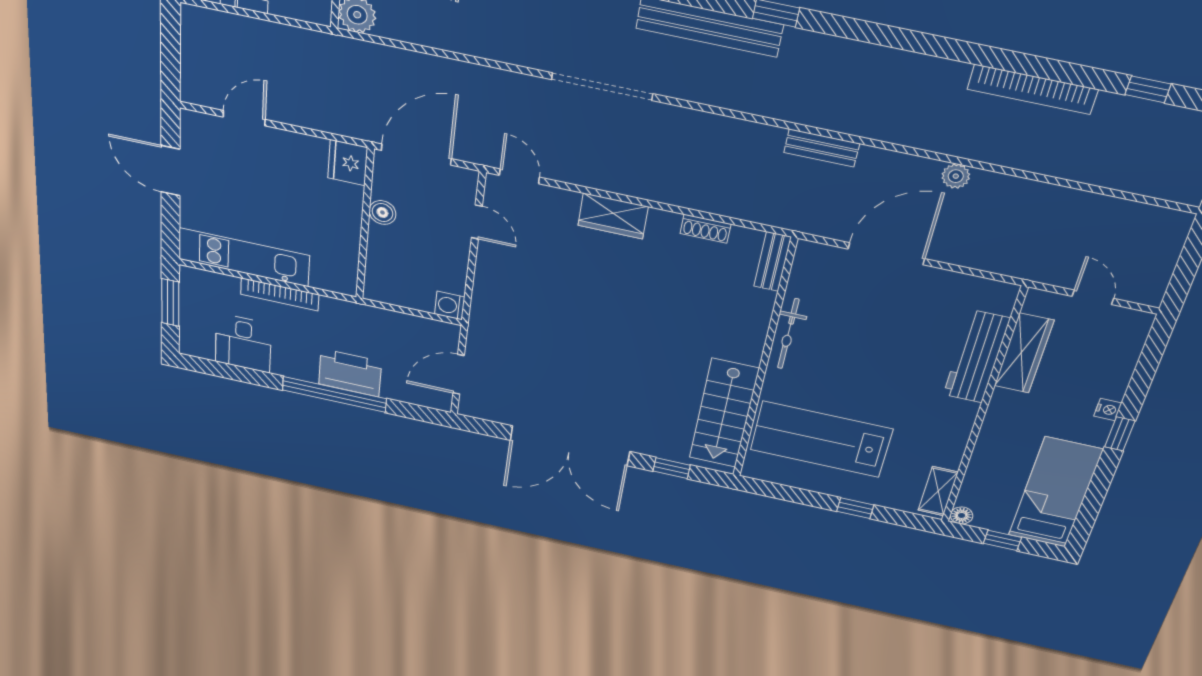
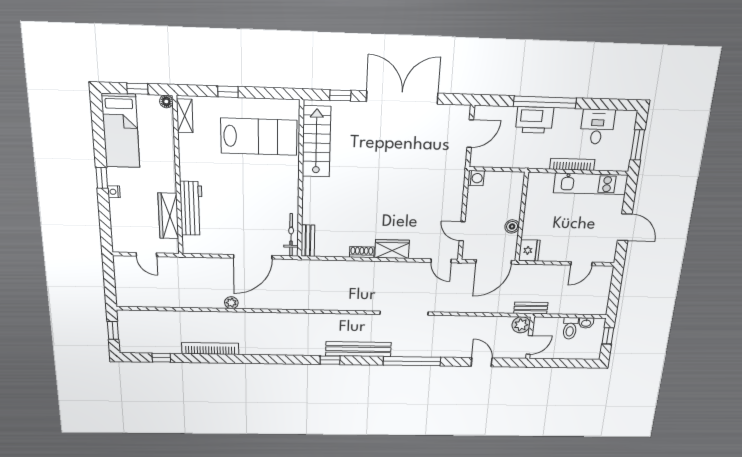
bench: (822, 148) -> (531, 308), moved
shoe rack: (706, 229) -> (362, 252), moved
bicycle: (788, 334) -> (291, 235), moved

